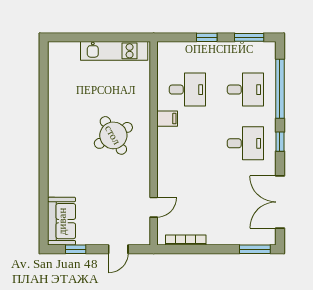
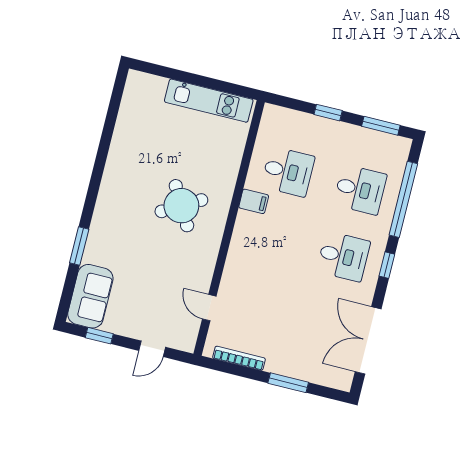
window: (44, 185) -> (79, 246), added
door: (154, 207) -> (209, 308), swing flipped
window: (255, 249) -> (288, 383), moved

